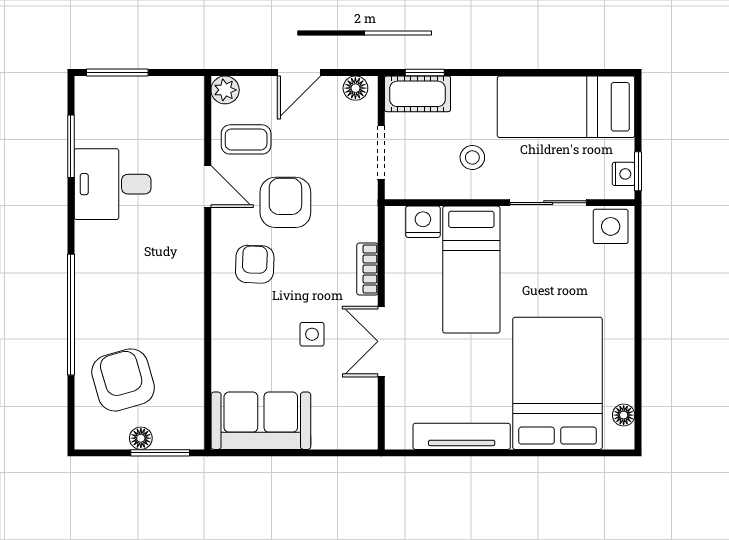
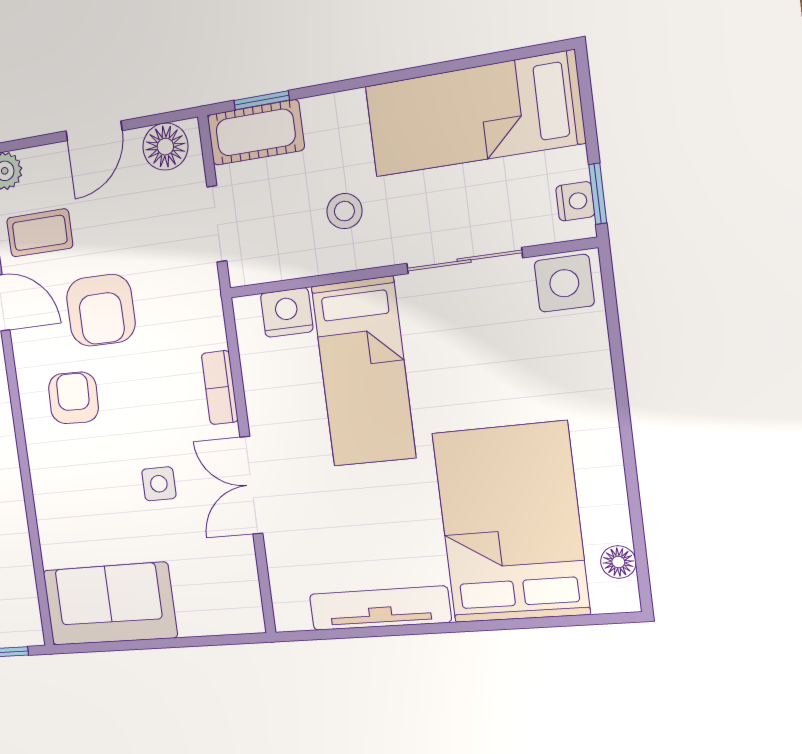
floor lamp: (355, 88) -> (165, 147), width x1.37, depth x1.37
armchair: (285, 202) -> (101, 310), turned 180

